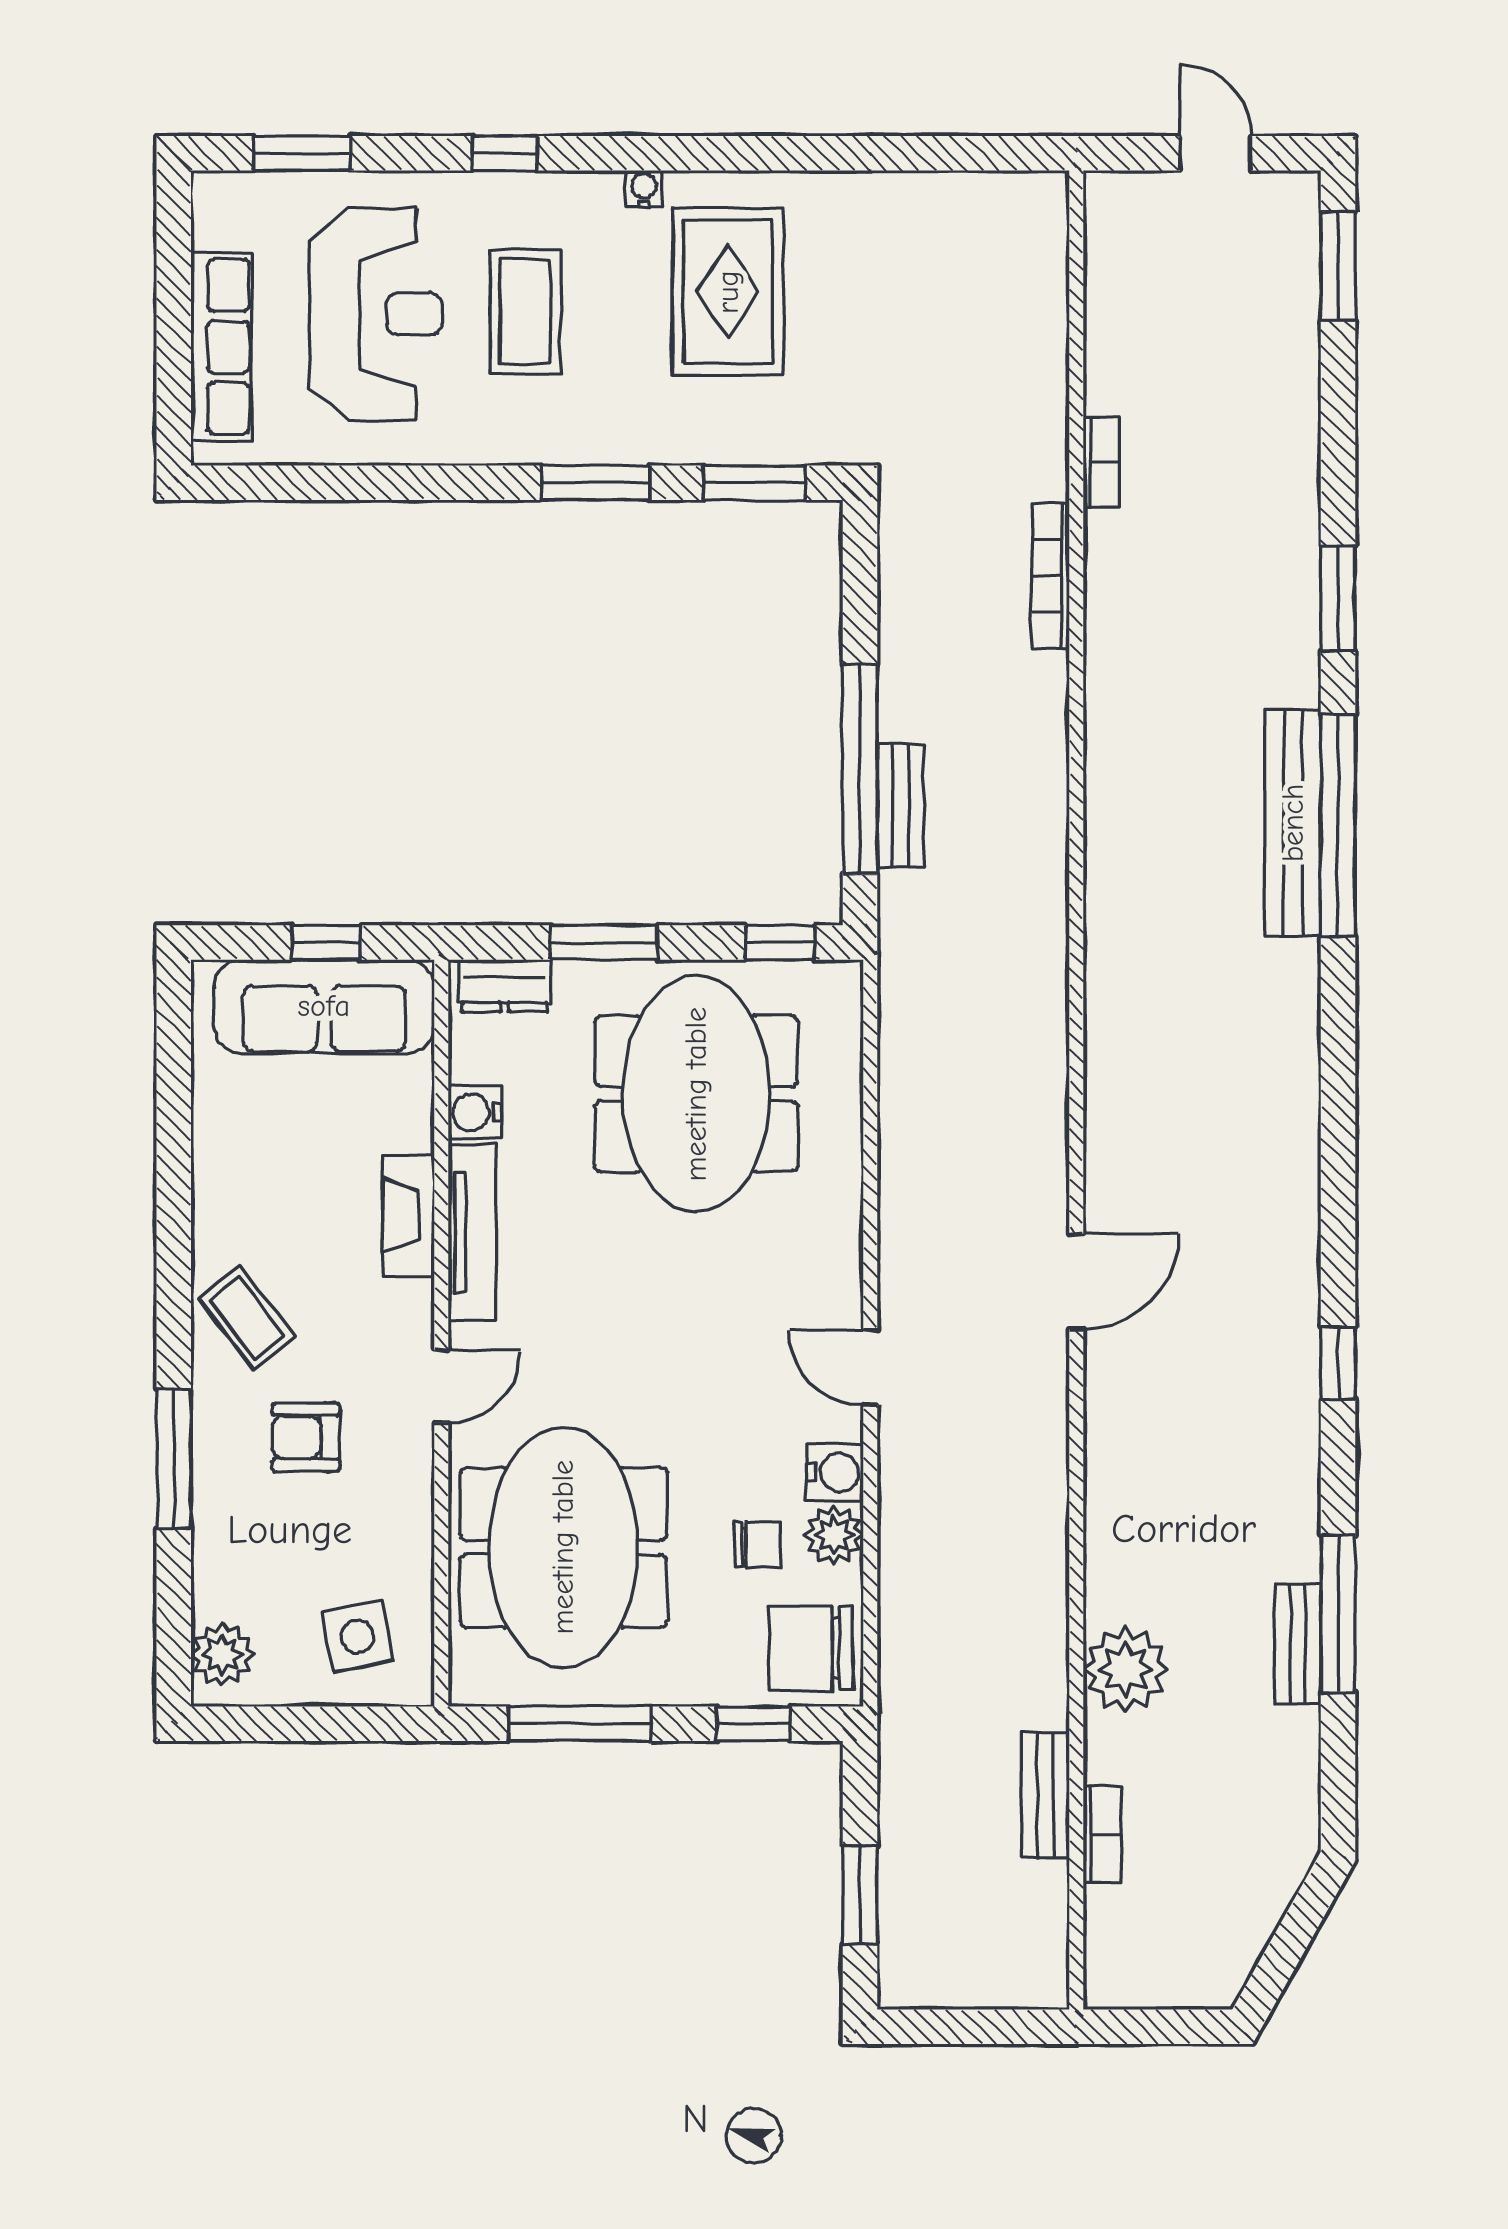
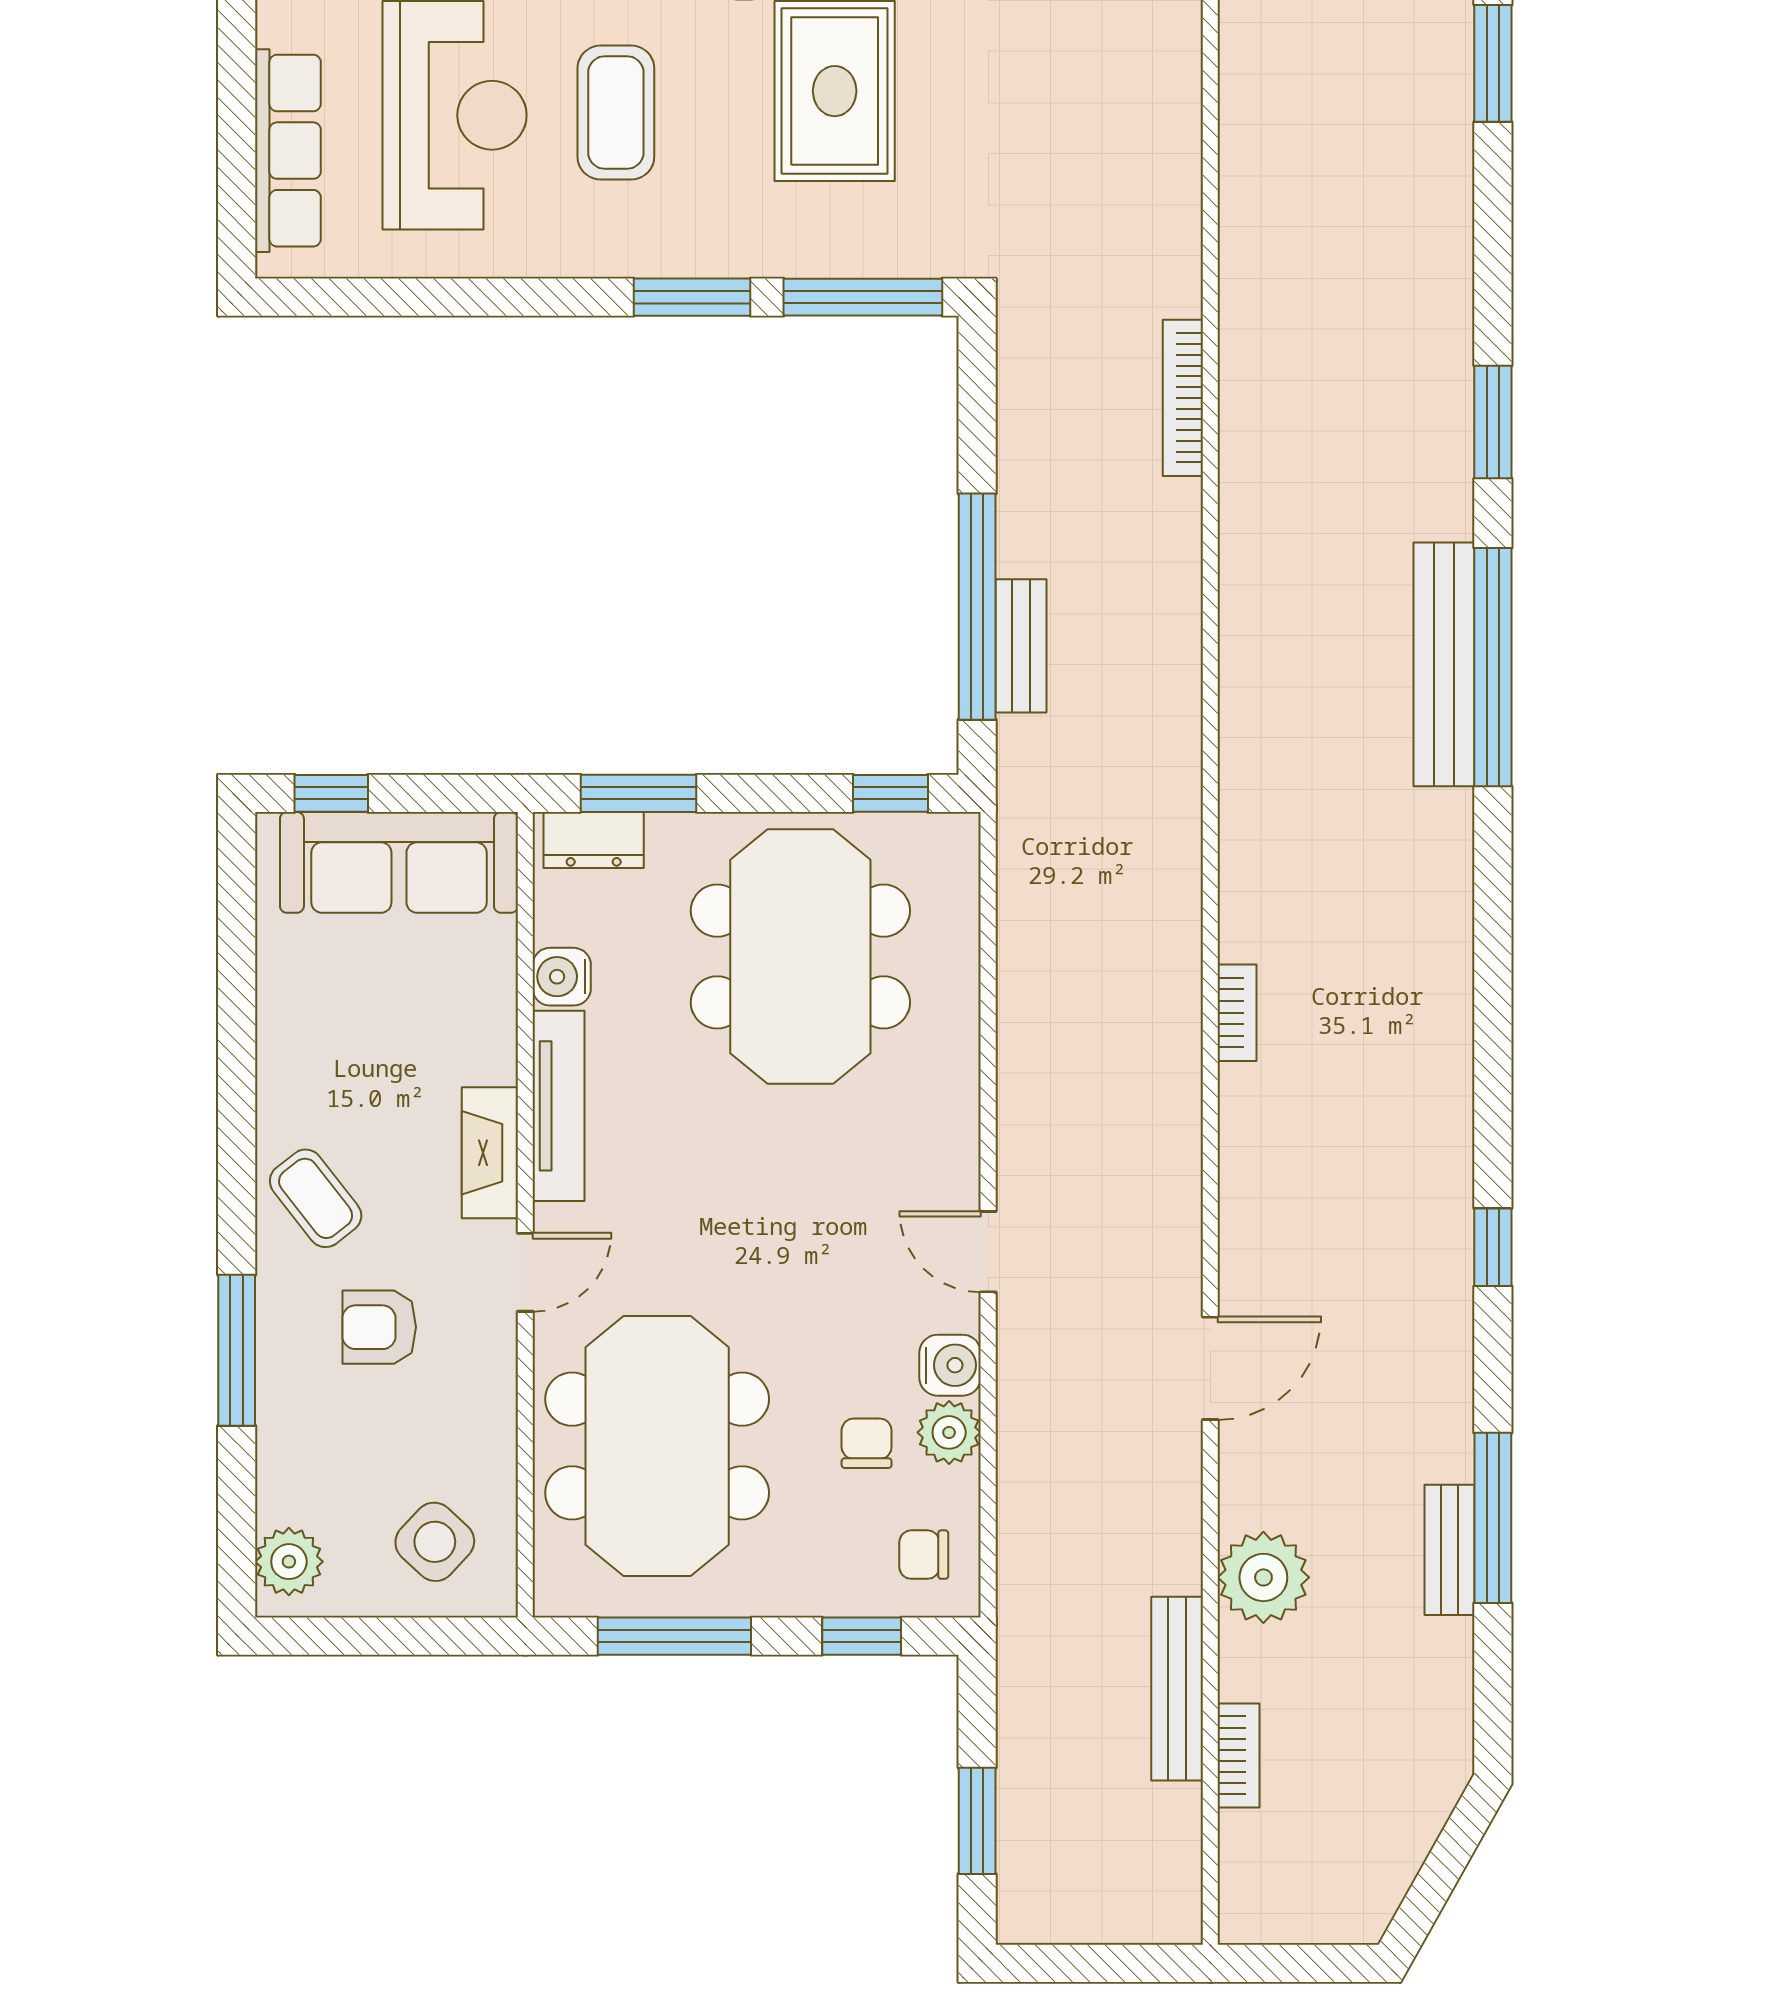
bookcase: (1101, 462) -> (1237, 1013), moved
window: (754, 483) -> (863, 297), width x1.44
window: (326, 942) -> (331, 793), moved
window: (604, 942) -> (638, 793), moved
fireplace: (408, 1215) -> (490, 1153), moved
door: (1076, 1281) -> (1210, 1368), moved
chair: (758, 1545) -> (867, 1443), turned -90
side table: (357, 1636) -> (435, 1542), turned -36
chair: (811, 1648) -> (924, 1555), width x0.54, depth x0.54
bench: (1045, 1795) -> (1177, 1689), width x1.36

